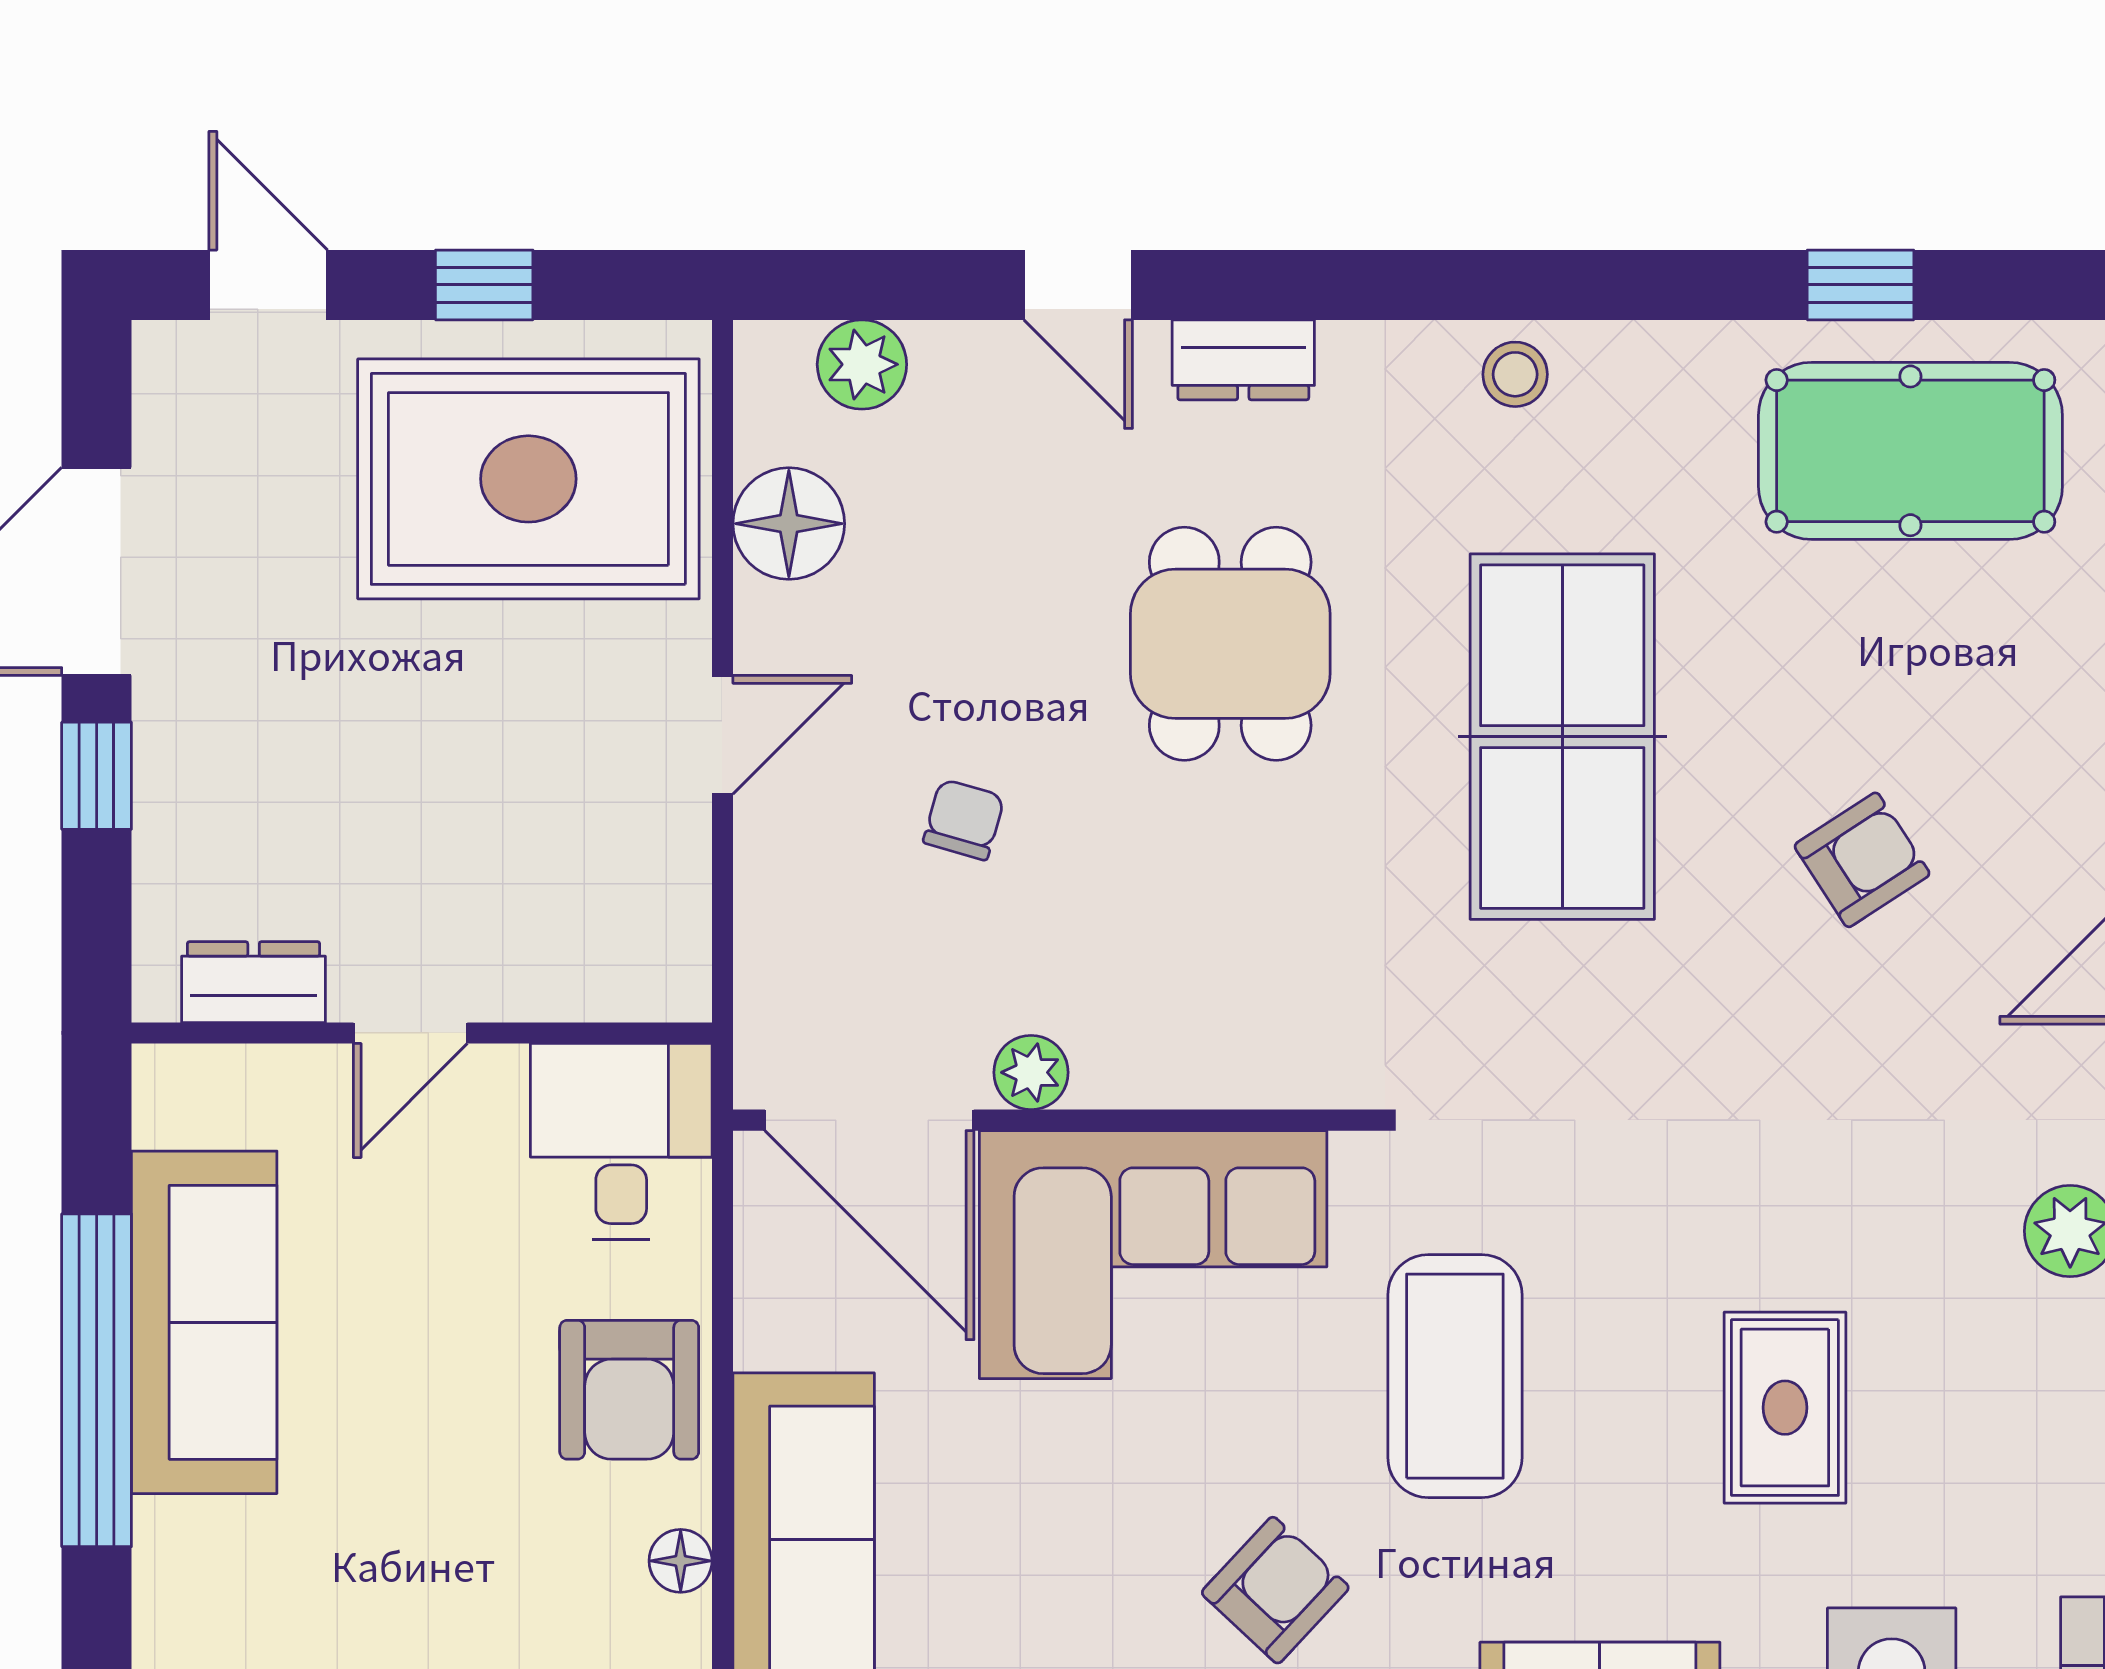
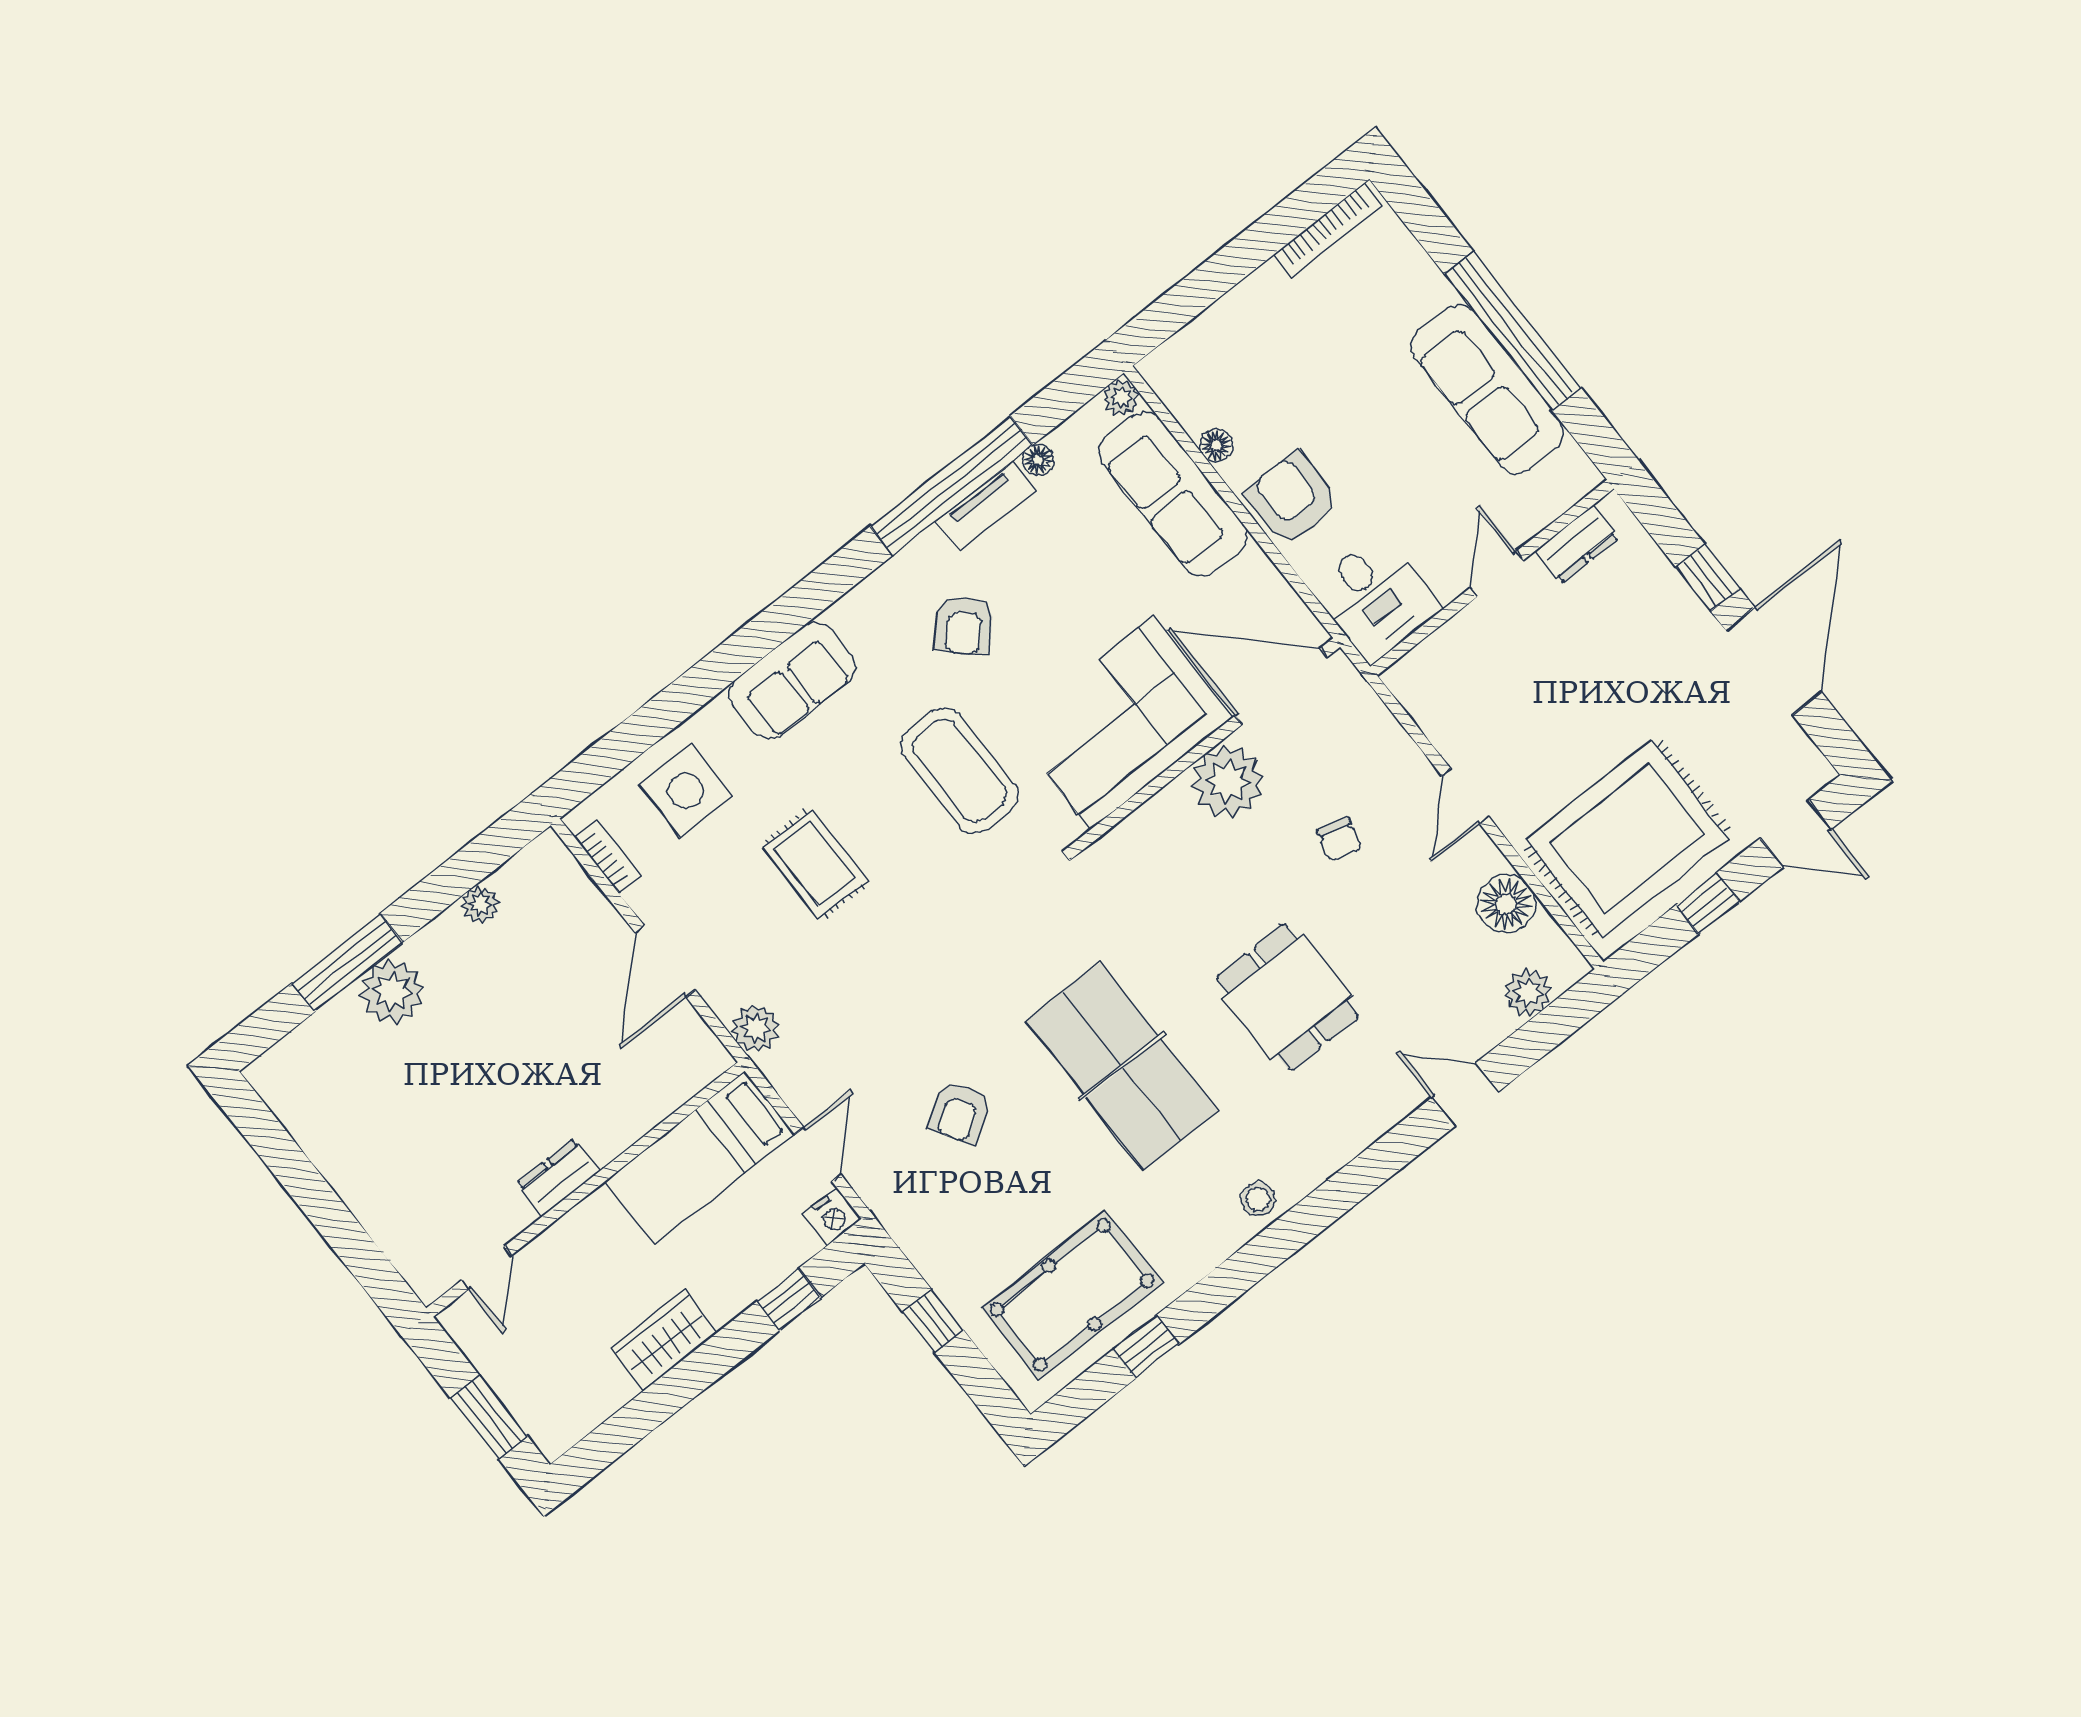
dresser: (1243, 360) -> (1374, 1117), removed
plant: (1031, 1072) -> (1228, 782), width x1.88, depth x1.88

